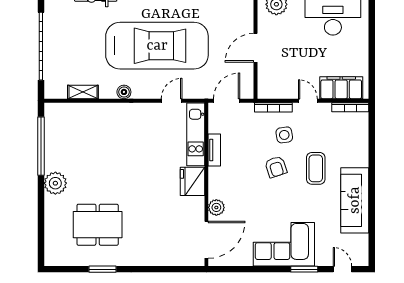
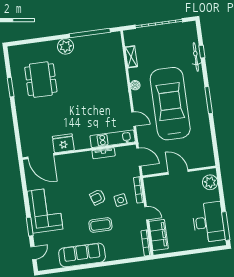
car: (157, 46) -> (170, 104), turned 180
door: (308, 101) -> (146, 213), hinge flipped
fridge: (192, 181) -> (63, 143), moved
plant: (216, 207) -> (64, 160), removed

